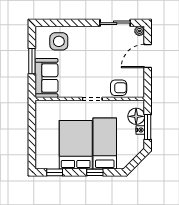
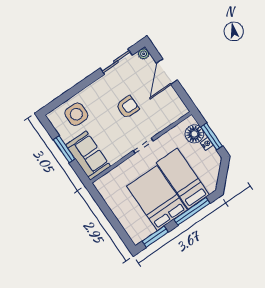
armchair: (119, 88) -> (128, 107), moved
window: (55, 172) -> (155, 237), width x1.50
window: (95, 172) -> (192, 211), width x2.17

